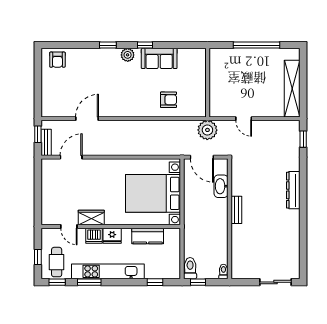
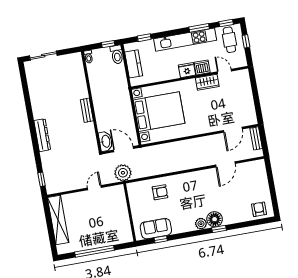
window: (145, 45) -> (161, 239), moved
floor lamp: (111, 57) -> (215, 219), added
sofa: (159, 58) -> (156, 229), moved
armchair: (169, 100) -> (160, 192), turned 180
door: (244, 119) -> (94, 188), hinge flipped
window: (38, 134) -> (264, 144), removed
washbasin: (221, 186) -> (106, 141), moved
kitchen counter: (148, 236) -> (134, 64), moved, turned 90

